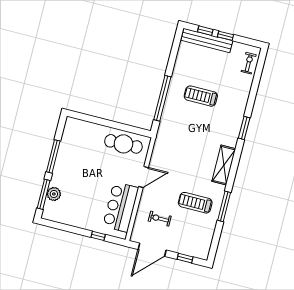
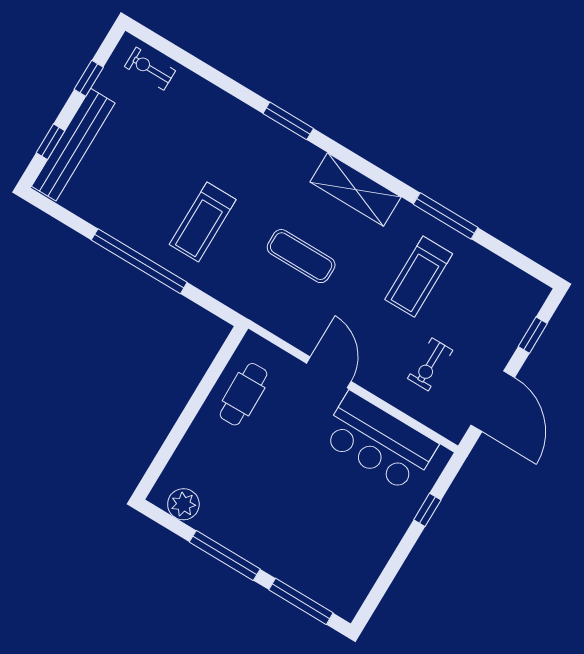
window: (225, 36) -> (89, 78), moved
treadmill: (201, 96) -> (203, 222), moved
window: (162, 98) -> (139, 261), moved
cafe table: (123, 144) -> (244, 394), width x0.73, depth x0.74
exercise mat: (189, 151) -> (301, 256), added
plant: (54, 194) -> (183, 504), moved

